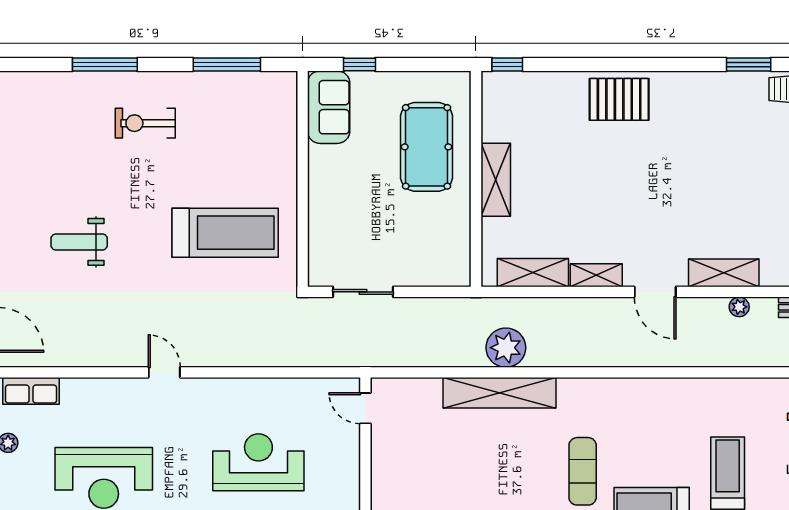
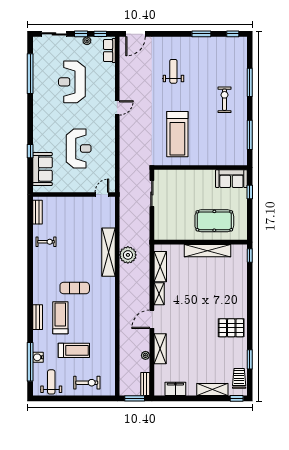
pallet: (619, 99) -> (231, 328), moved, turned 90
shelving: (496, 180) -> (207, 251), width x1.47

